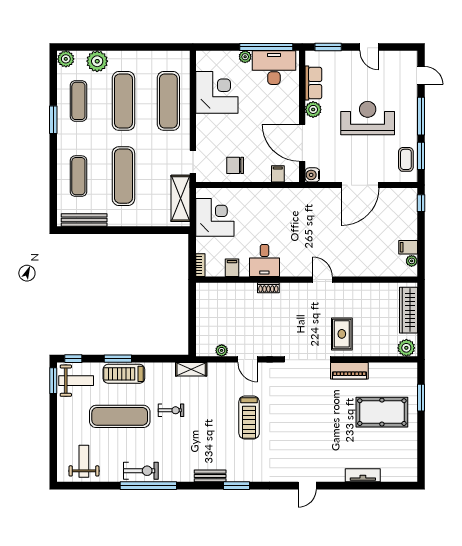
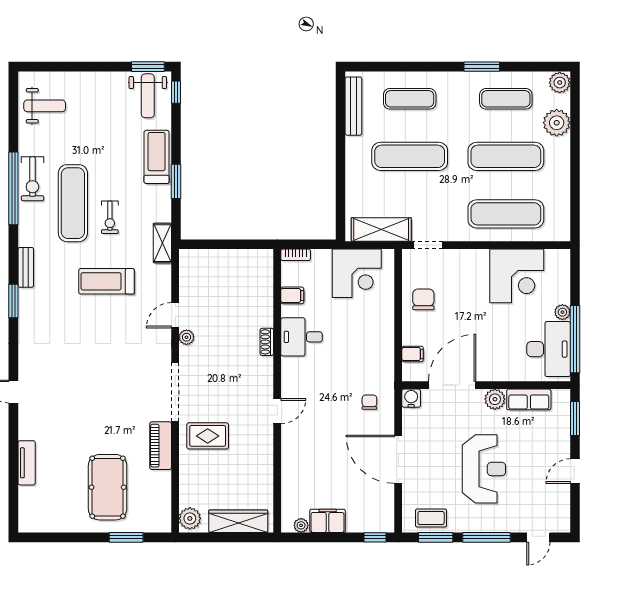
chair: (315, 207) -> (369, 402), added
filing cabinet: (408, 247) -> (328, 521), width x2.00
plant: (222, 350) -> (186, 337), moved
window: (118, 359) -> (176, 181), moved
exercise mat: (120, 416) -> (73, 203), moved
treadmill: (249, 417) -> (107, 281), moved

